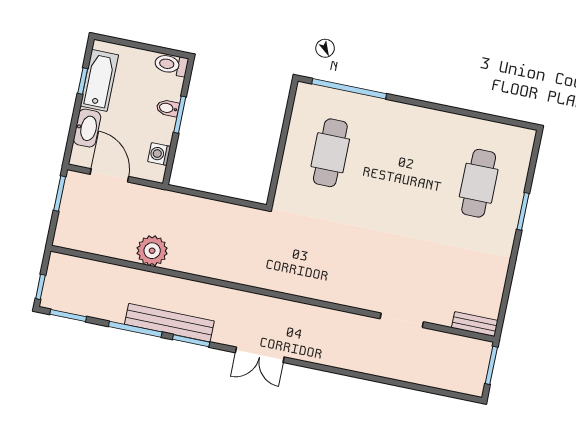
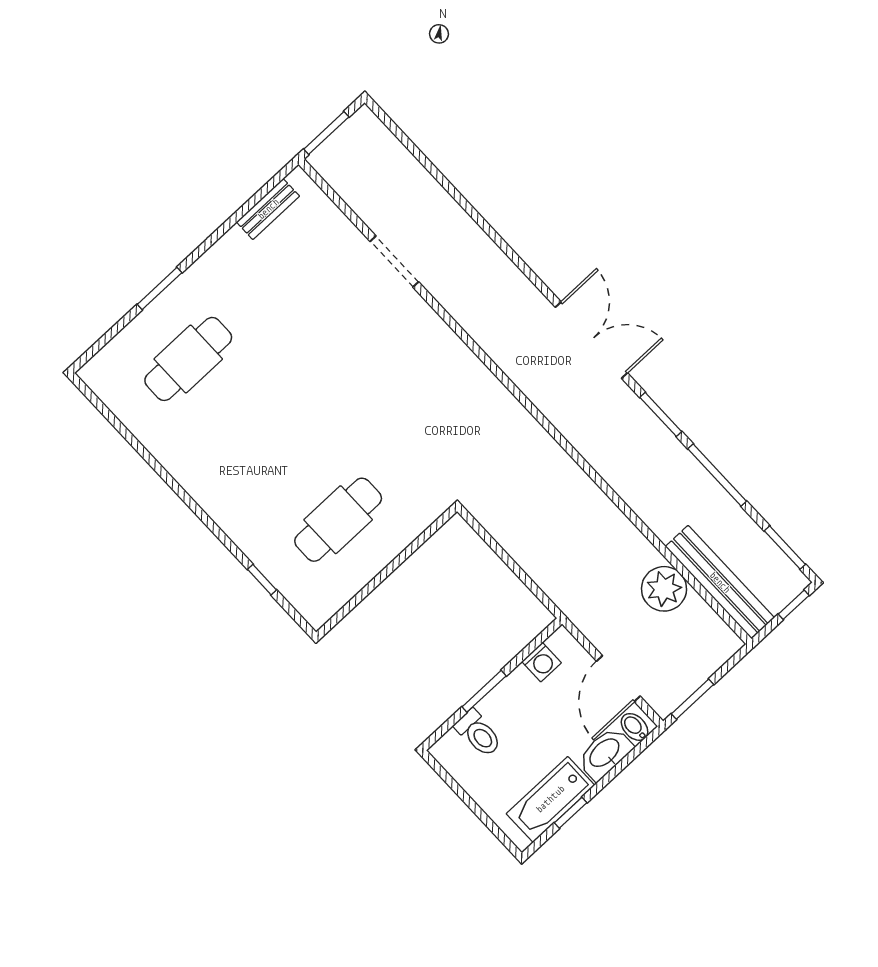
toilet: (171, 65) -> (478, 733), moved
window: (349, 89) -> (262, 580), width x0.32
bidet: (168, 108) -> (635, 727), moved, turned 180
plant: (152, 251) -> (664, 589), moved
bench: (169, 323) -> (720, 582), moved
bench: (475, 324) -> (268, 209), moved, turned 90
double door: (260, 355) -> (591, 340), width x1.37

